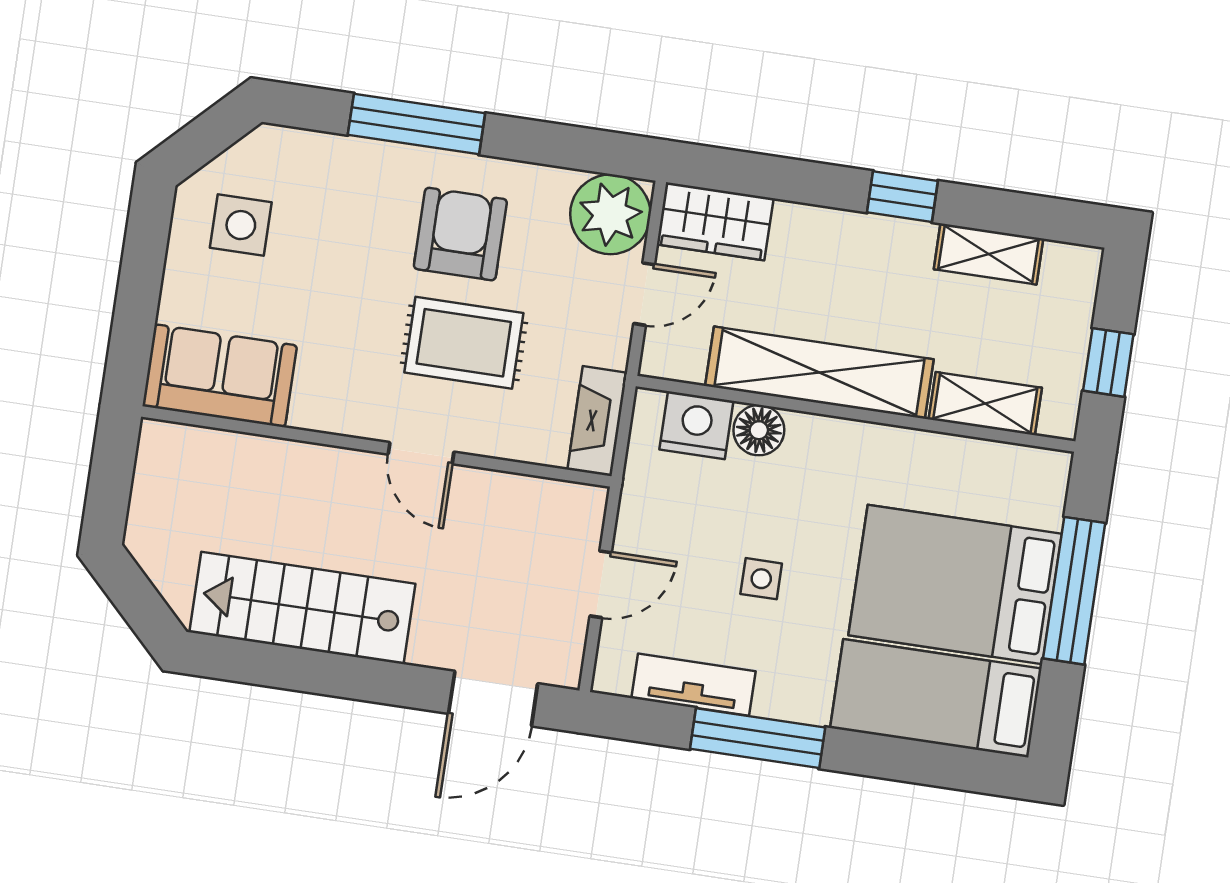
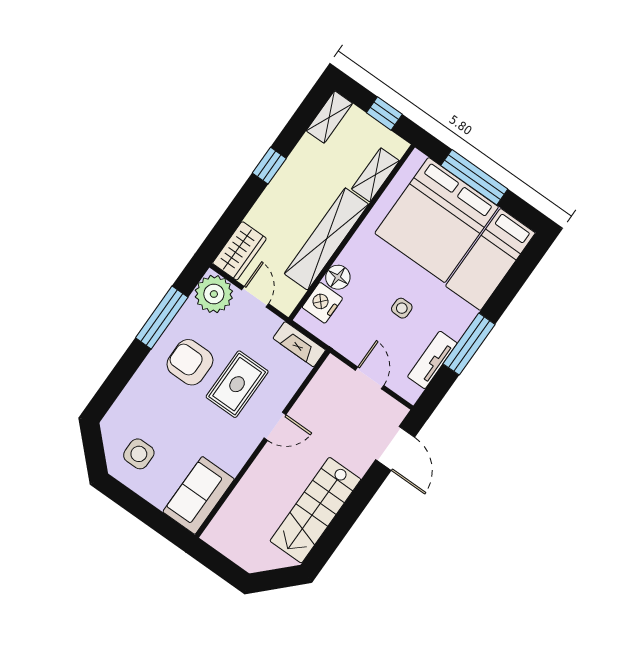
window: (416, 124) -> (162, 318), moved
shelving: (988, 254) -> (329, 117), moved
bed: (955, 584) -> (437, 220), width x1.36

